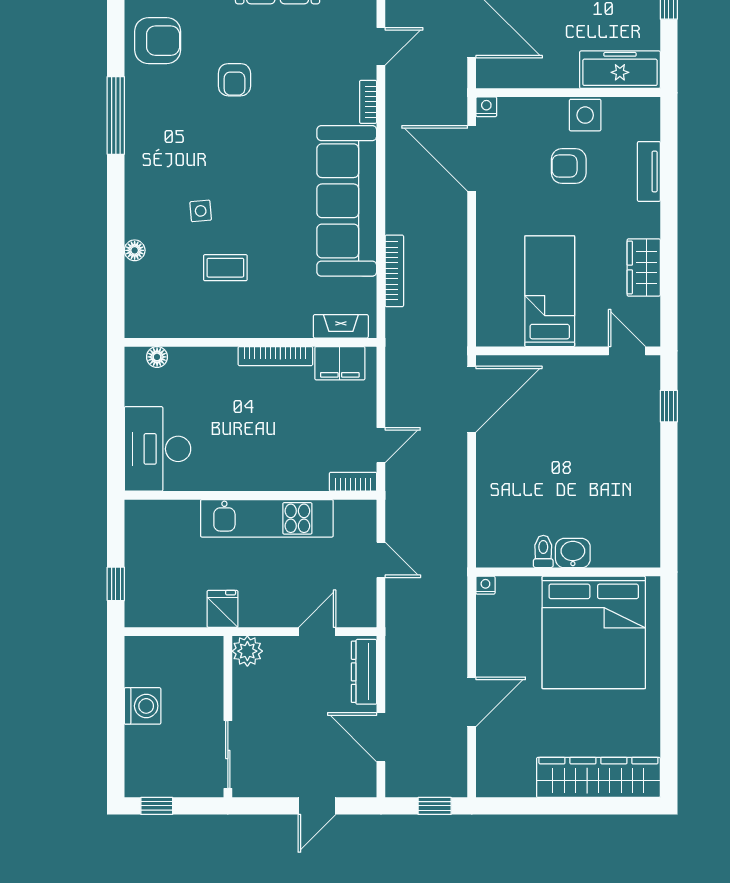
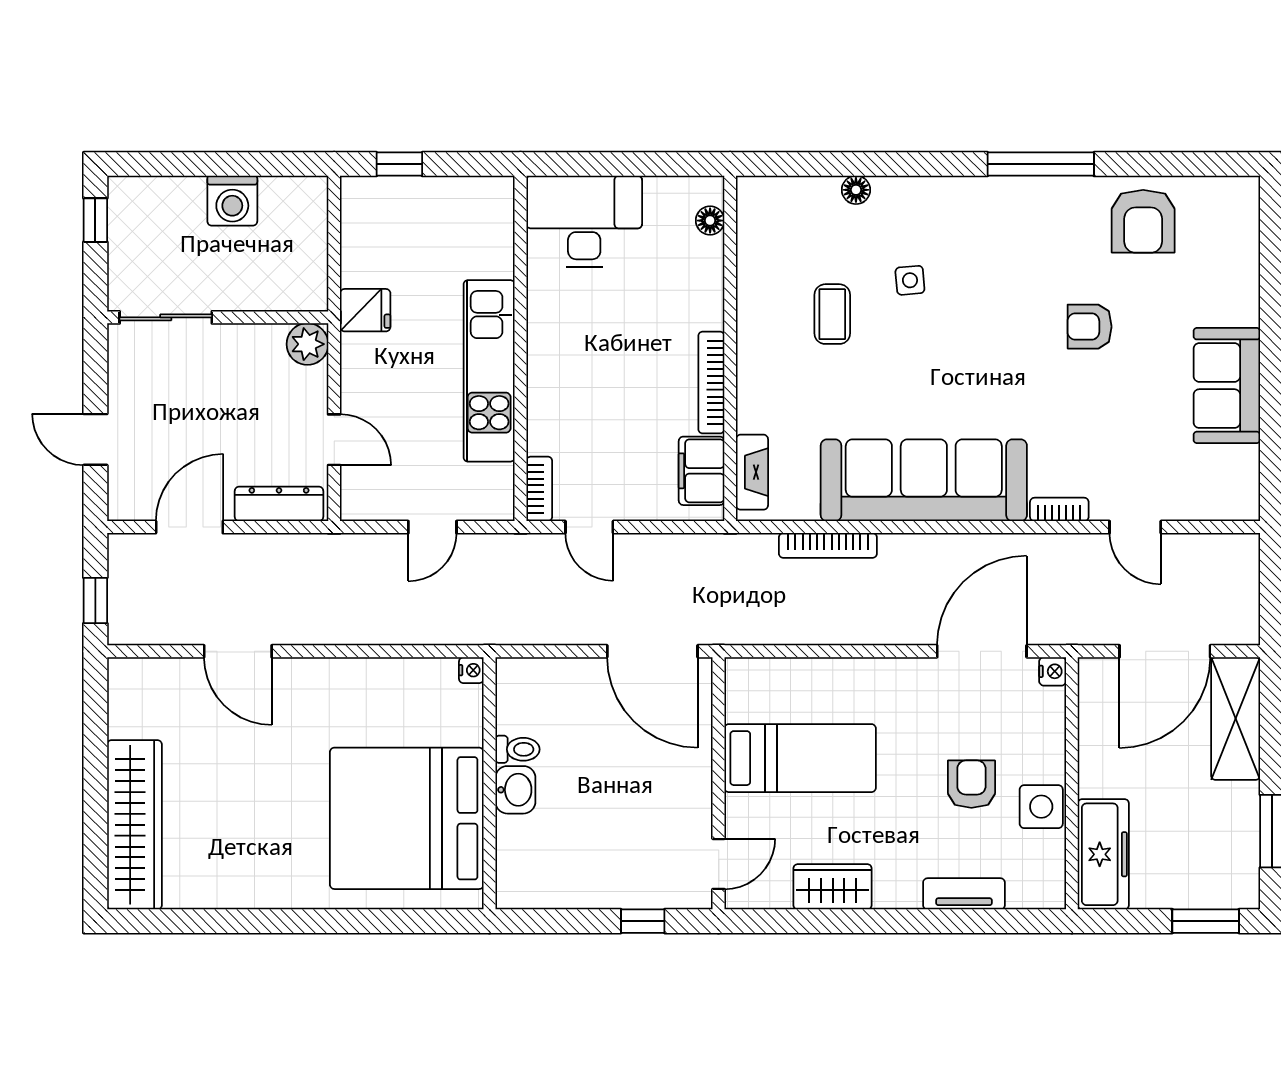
toilet: (543, 552) -> (517, 749), moved
washbasin: (573, 553) -> (515, 790), moved
wall: (568, 572) -> (489, 783), moved
nightstand: (485, 585) -> (471, 670), moved
bed: (594, 632) -> (407, 818), moved

